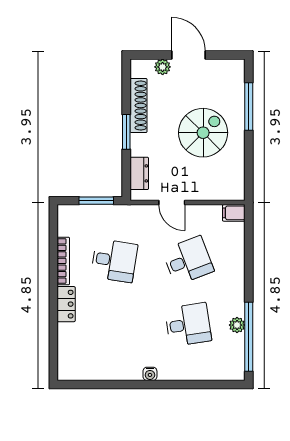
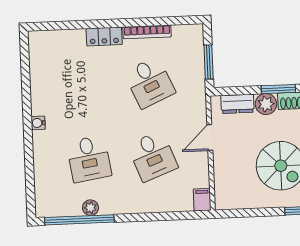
plant: (141, 145) -> (266, 104), added
desk: (114, 261) -> (150, 82), turned -33

